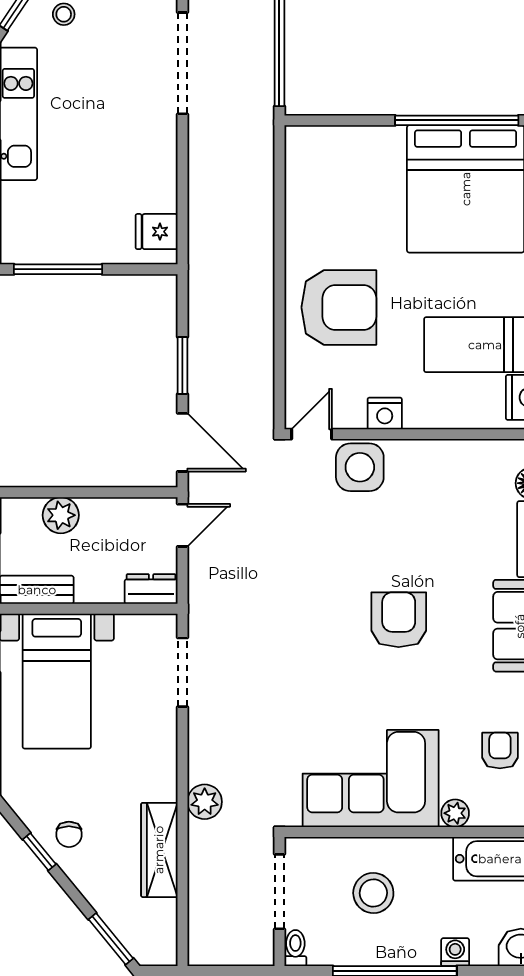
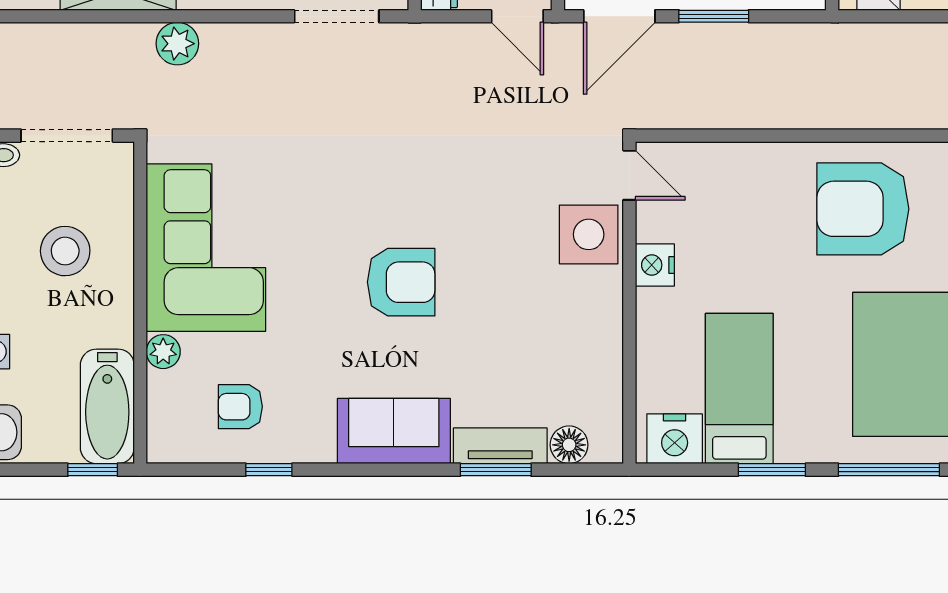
armchair: (339, 307) -> (863, 209), moved, turned 90
armchair: (500, 751) -> (240, 407), turned 180

